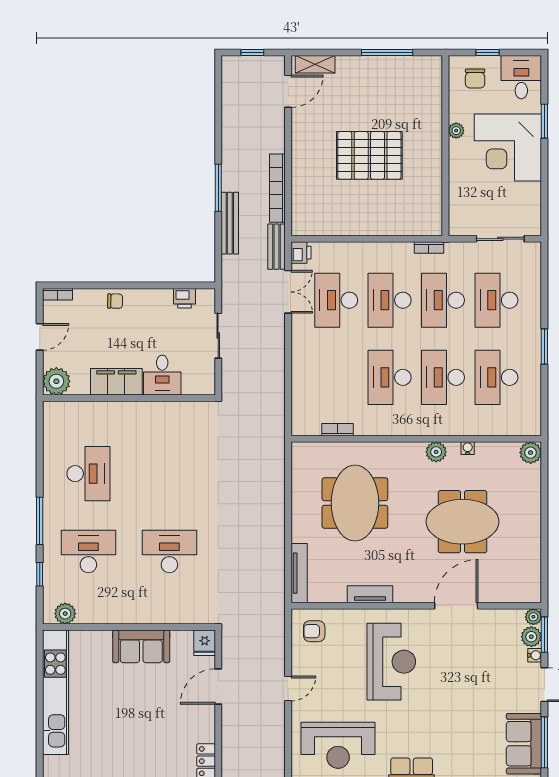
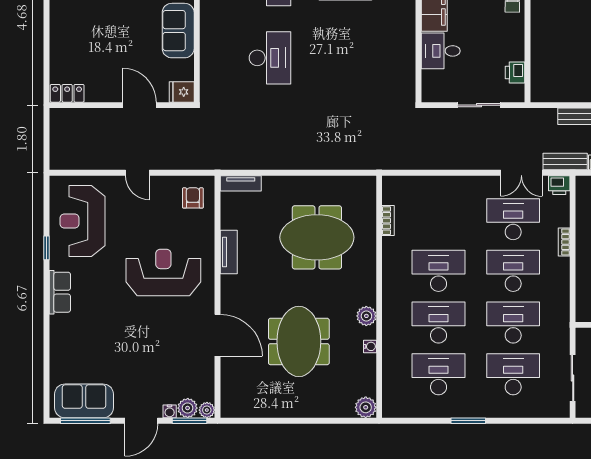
bookcase: (429, 248) -> (564, 242), moved
tv unit: (299, 573) -> (241, 183), width x0.71
reception desk: (391, 662) -> (163, 273), turned 180

